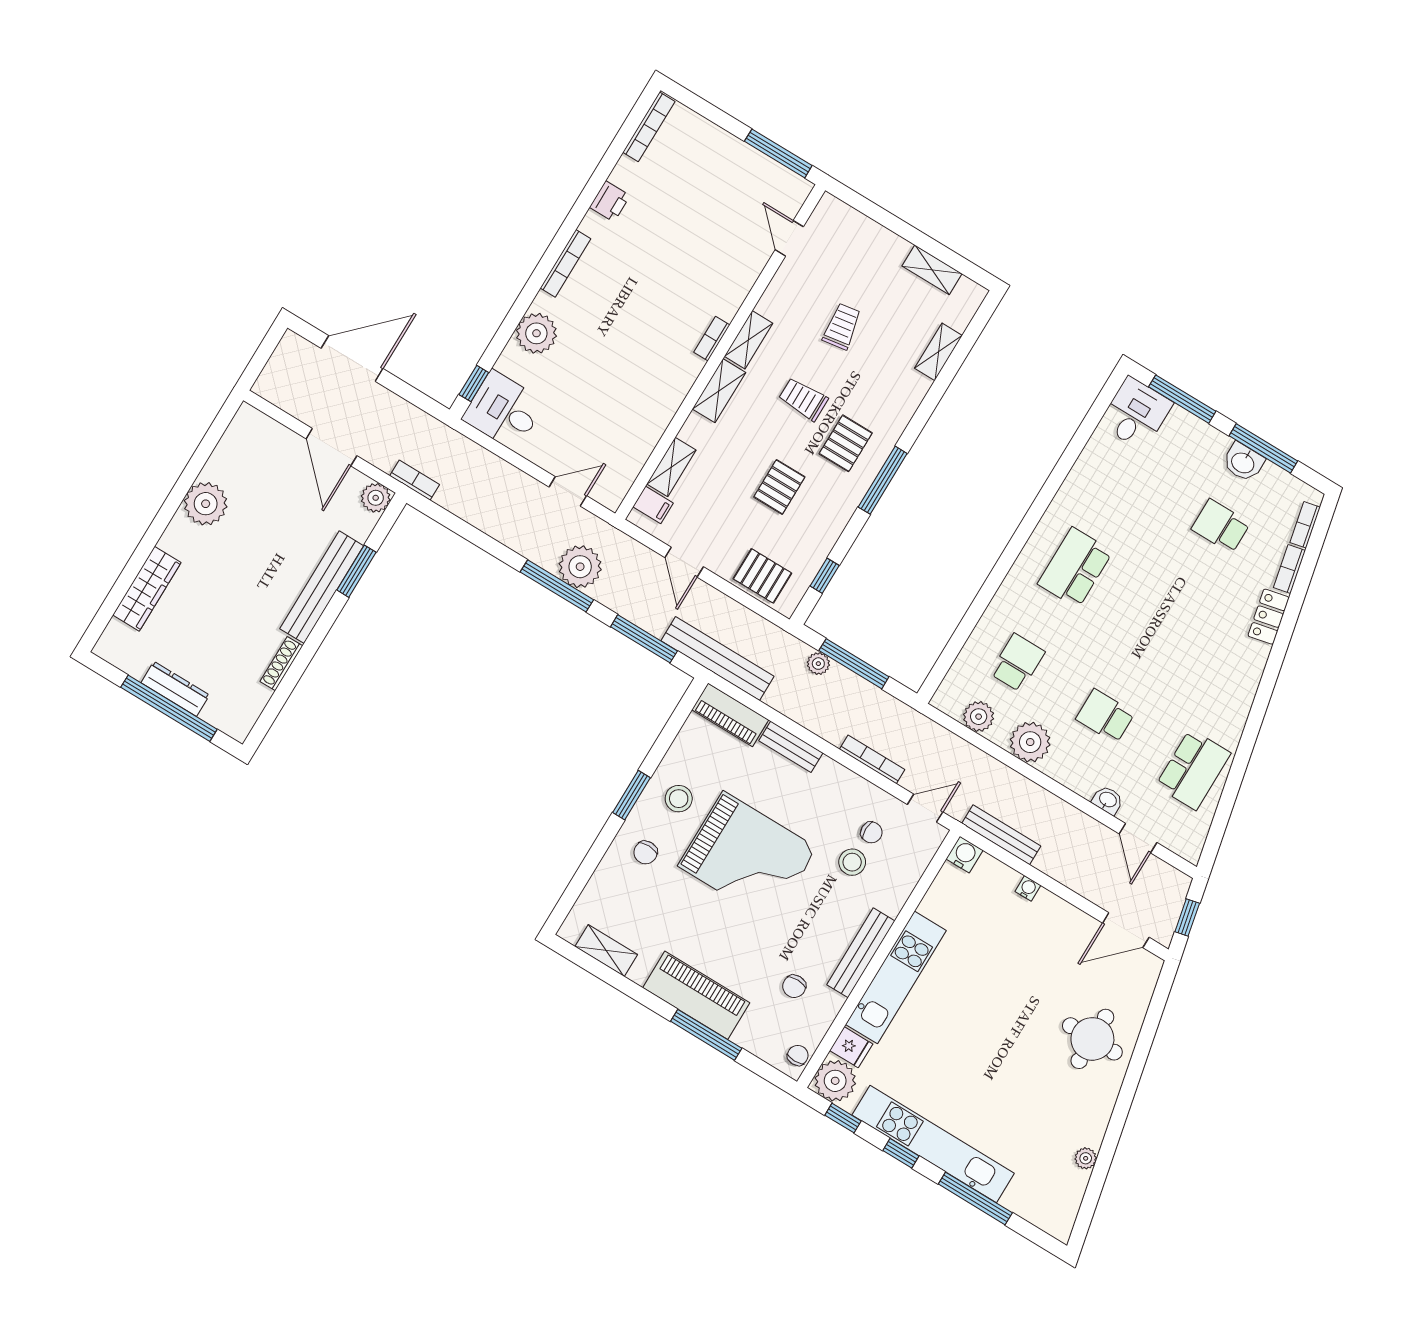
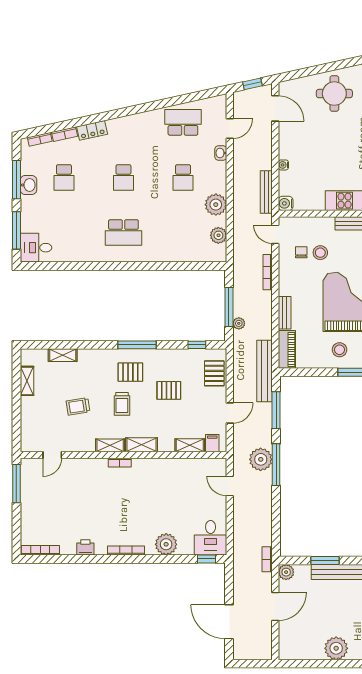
school desk: (1017, 663) -> (123, 177), moved, turned -90

